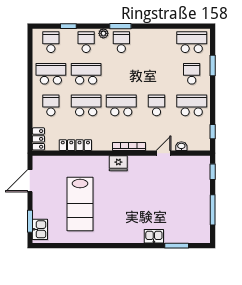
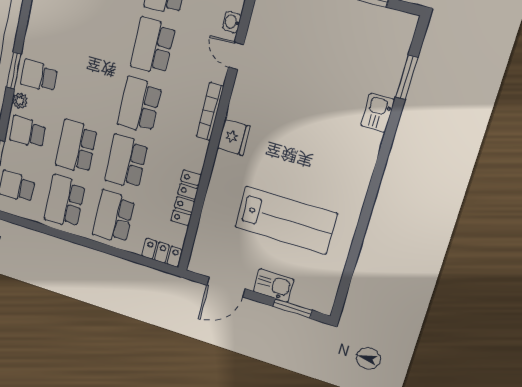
school desk: (51, 105) -> (114, 217), width x1.85
school desk: (157, 105) -> (153, 46), width x1.85
door: (30, 181) -> (226, 287), hinge flipped
kitchen sink: (40, 229) -> (274, 285), moved

